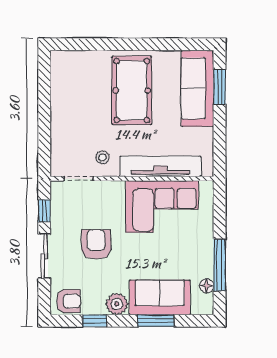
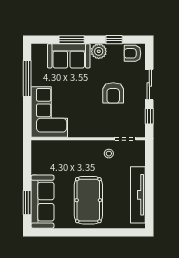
tv unit: (160, 166) -> (138, 195), moved, turned 90
corner sofa: (162, 207) -> (49, 112), moved, turned 90
floor lamp: (207, 286) -> (36, 64), removed

